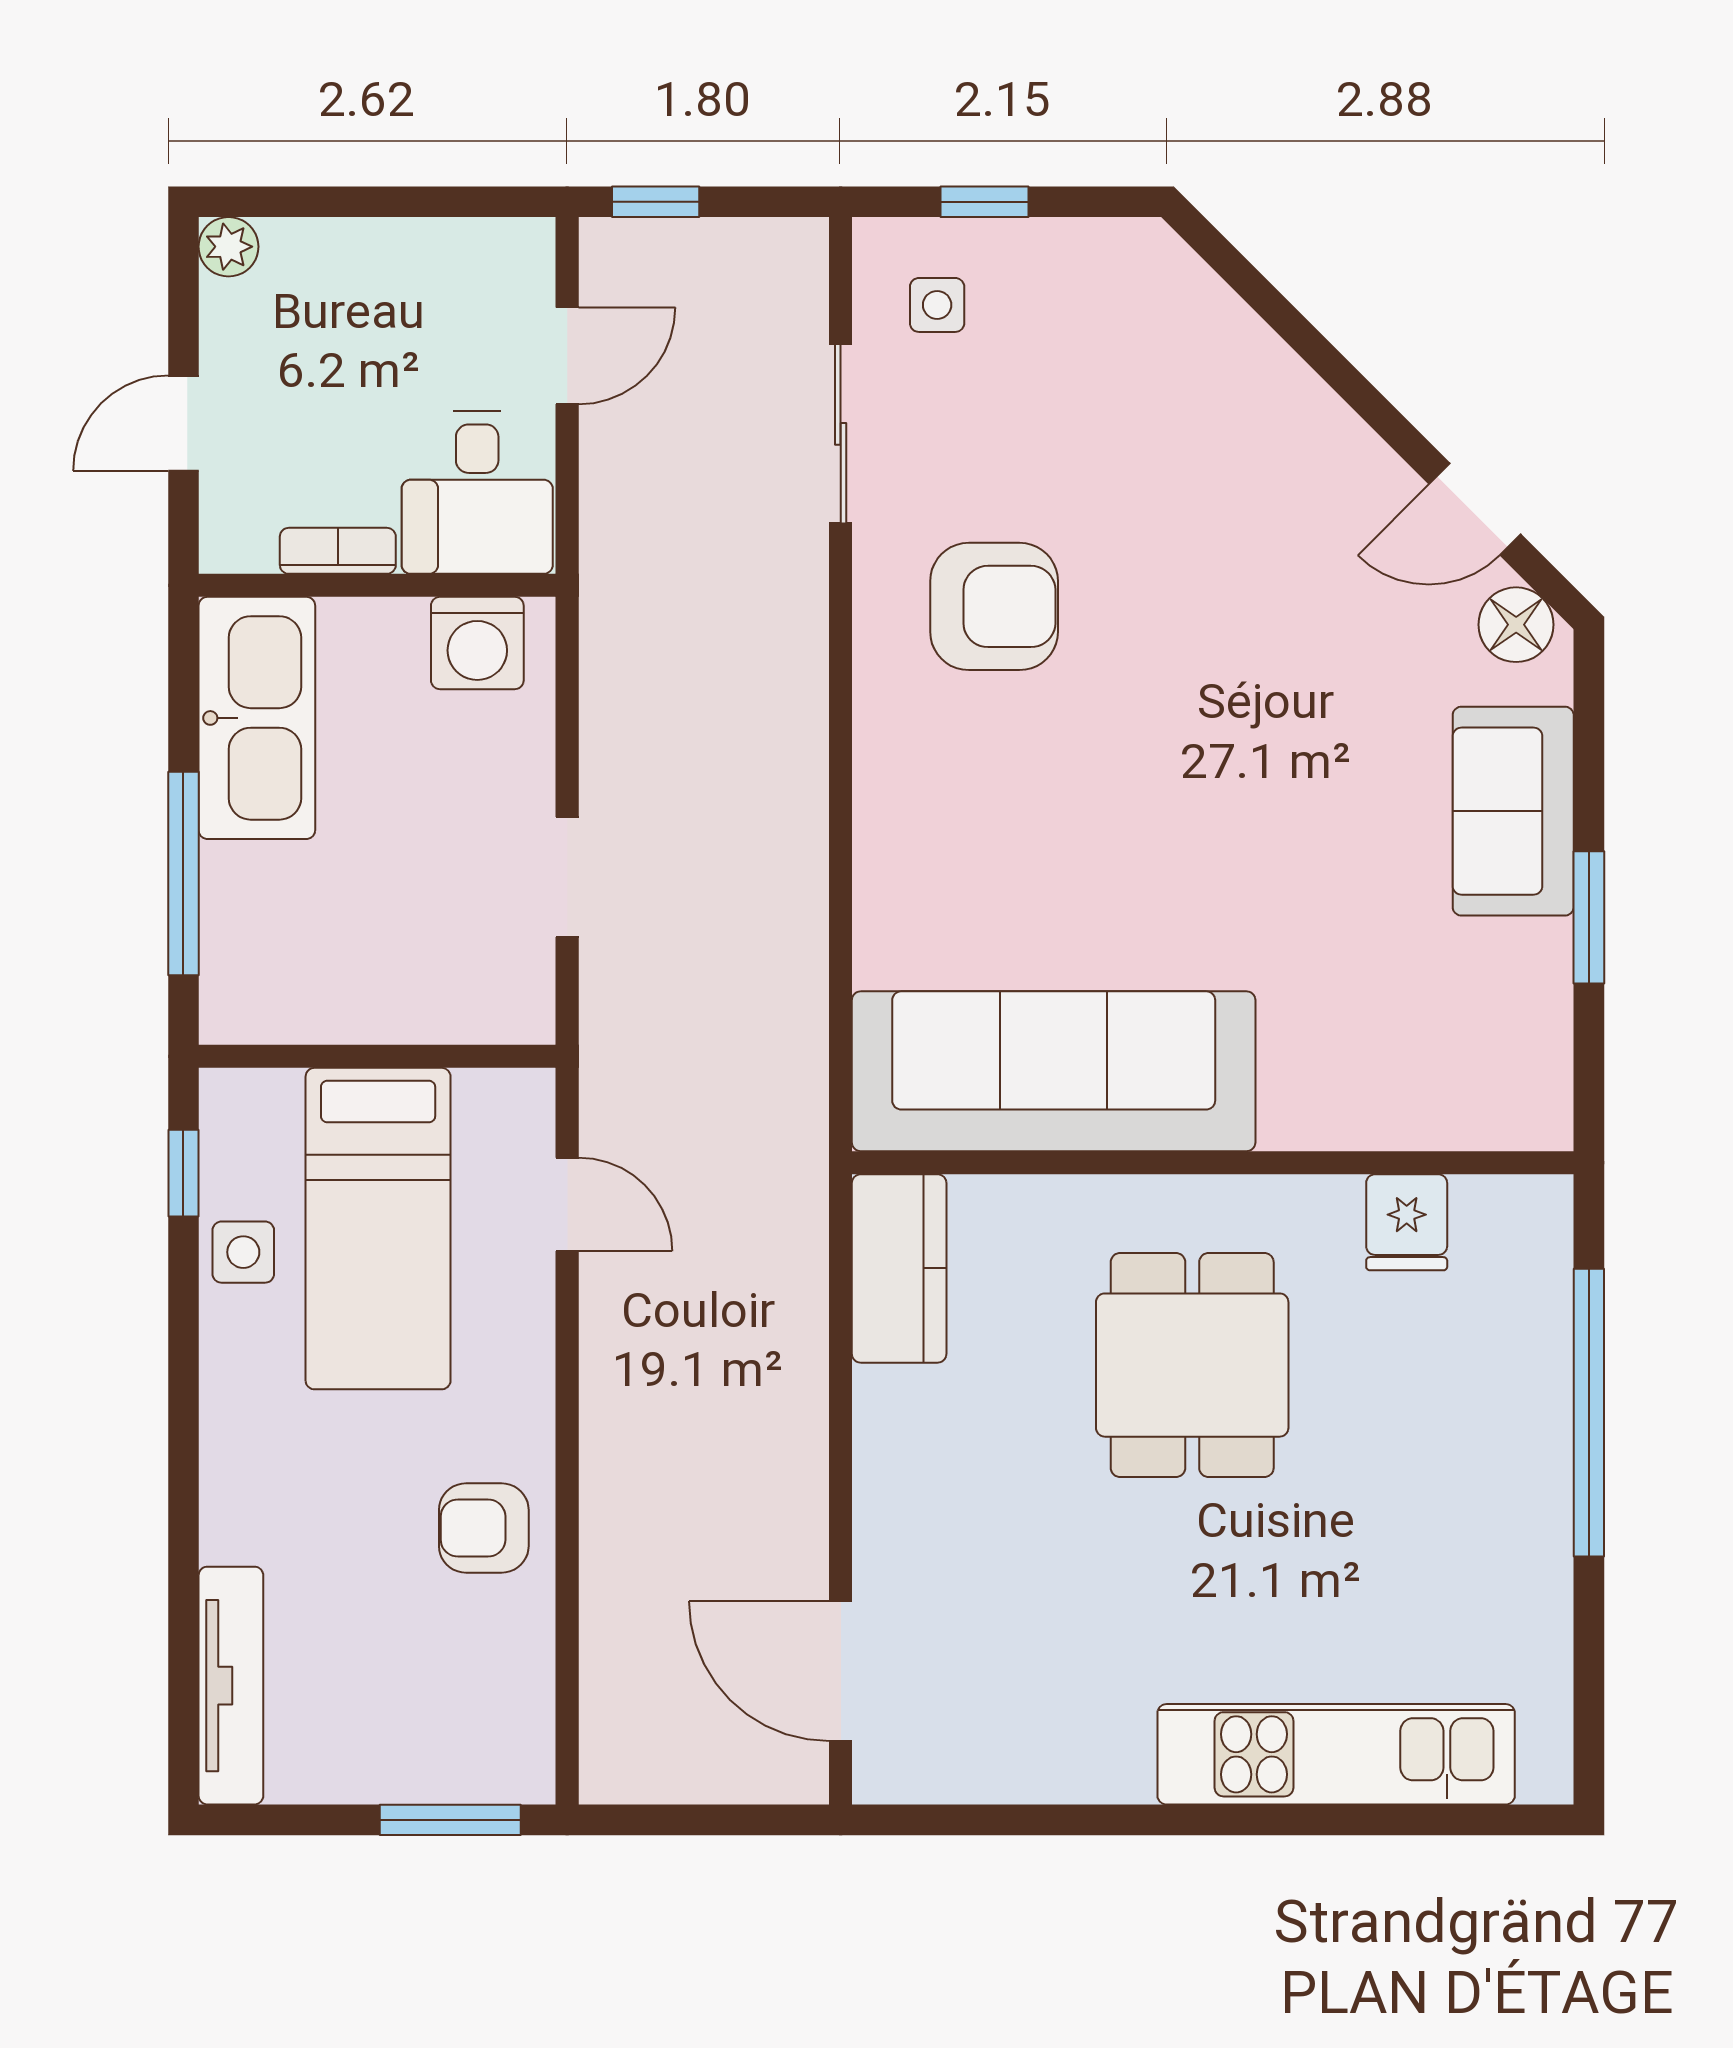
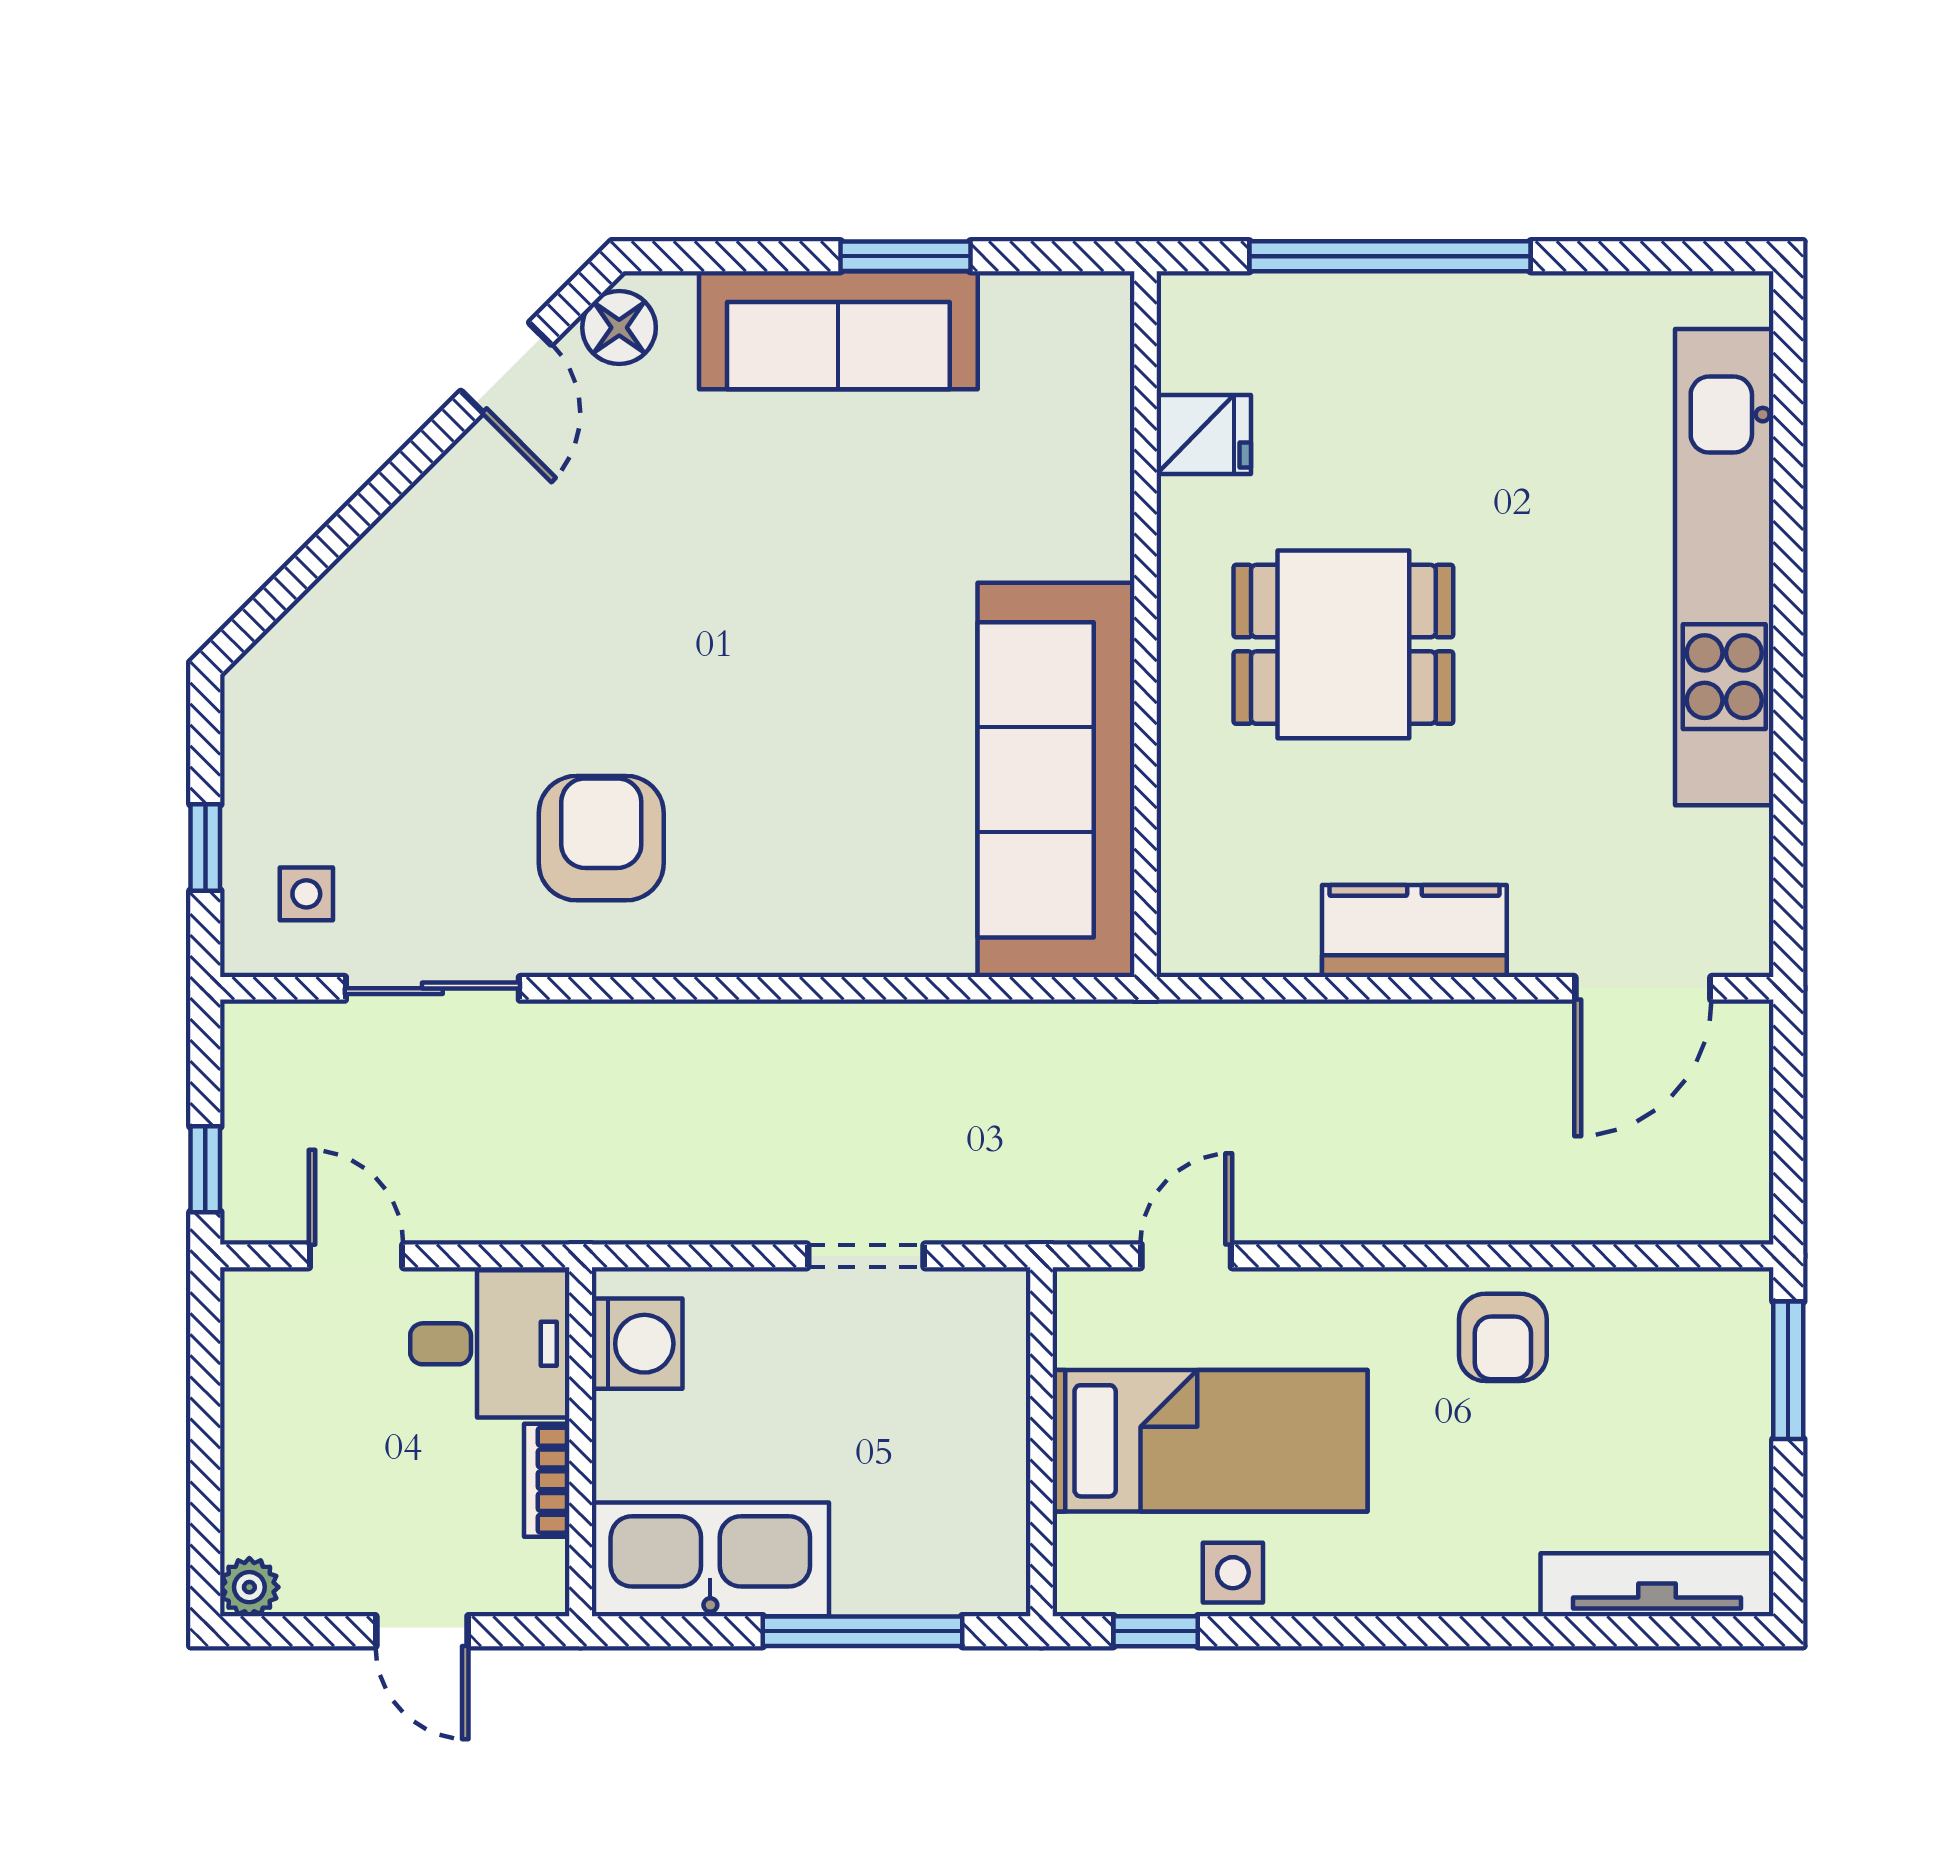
sofa: (1513, 811) -> (838, 330), width x1.36
kitchen counter: (899, 1268) -> (1414, 931), moved
kitchen unit: (1336, 1754) -> (1724, 567), width x1.36

